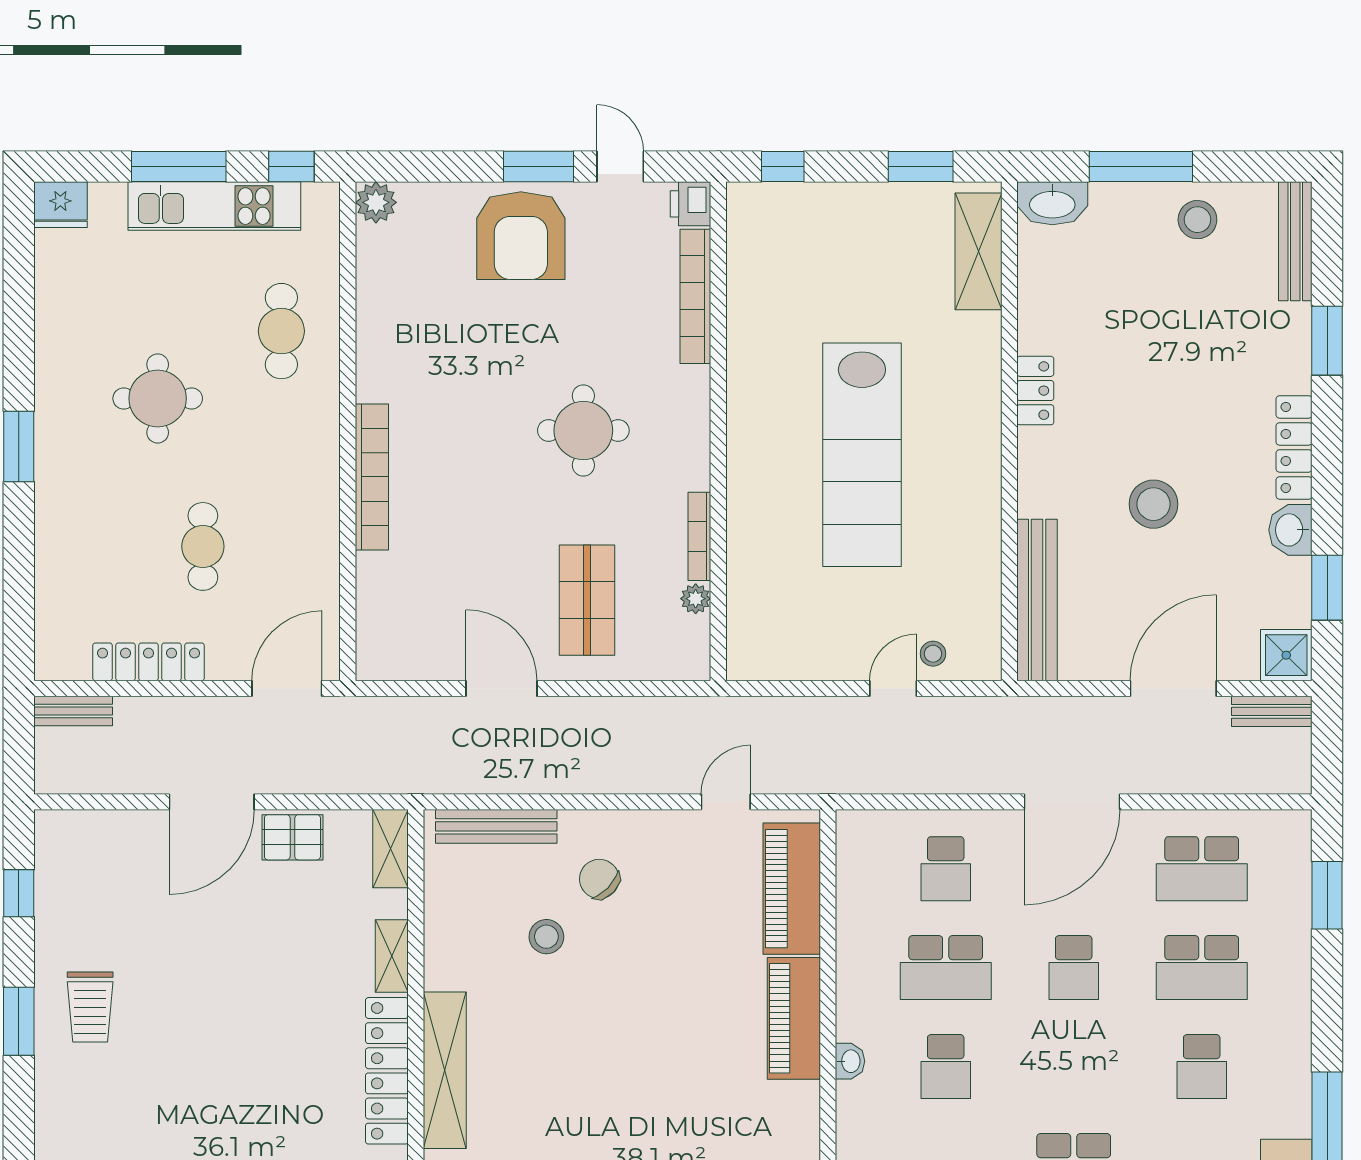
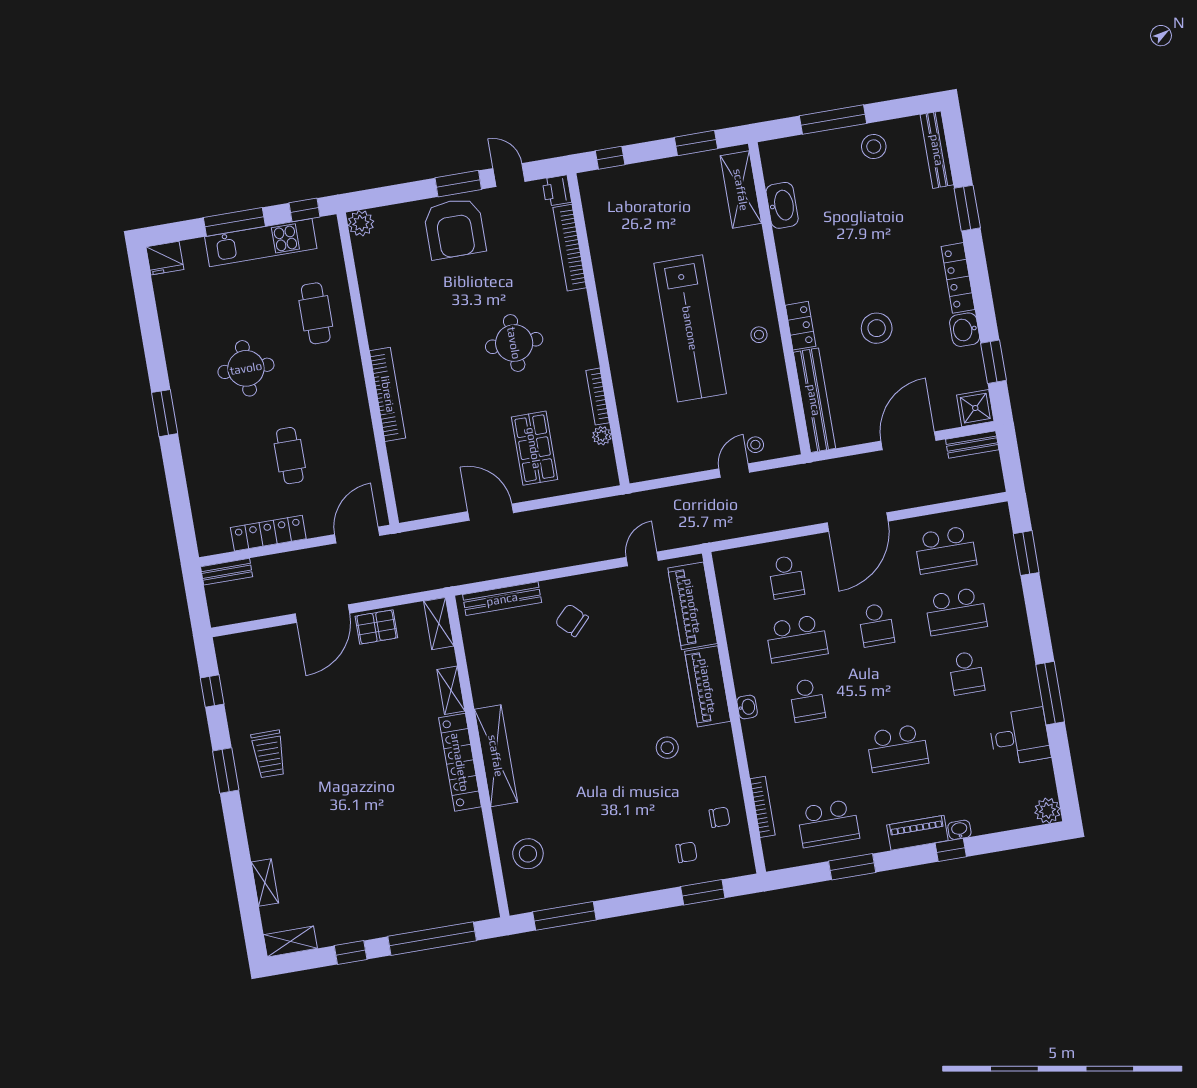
washbasin: (1052, 203) -> (782, 205), moved, turned -90
locker: (1035, 391) -> (801, 326), moved
stool: (968, 483) -> (759, 335), added
stool: (546, 937) -> (667, 748), moved

